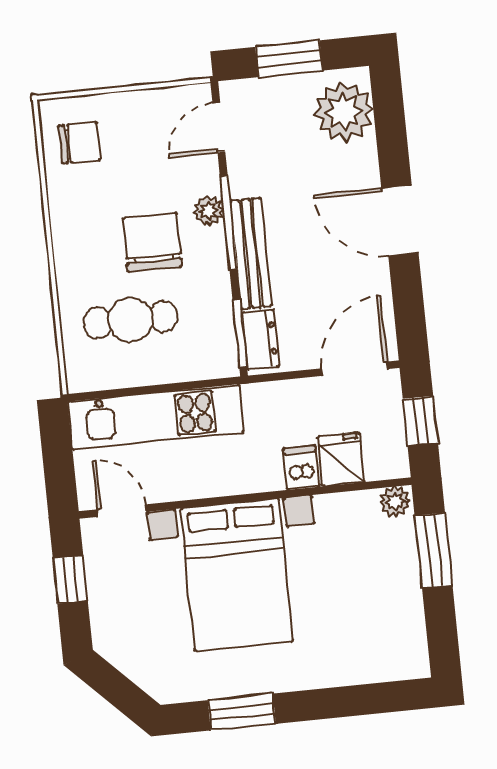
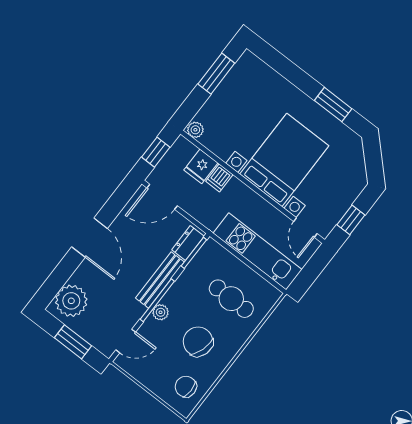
chair: (152, 242) -> (198, 342), moved, turned 107
window: (433, 550) -> (216, 74), moved

